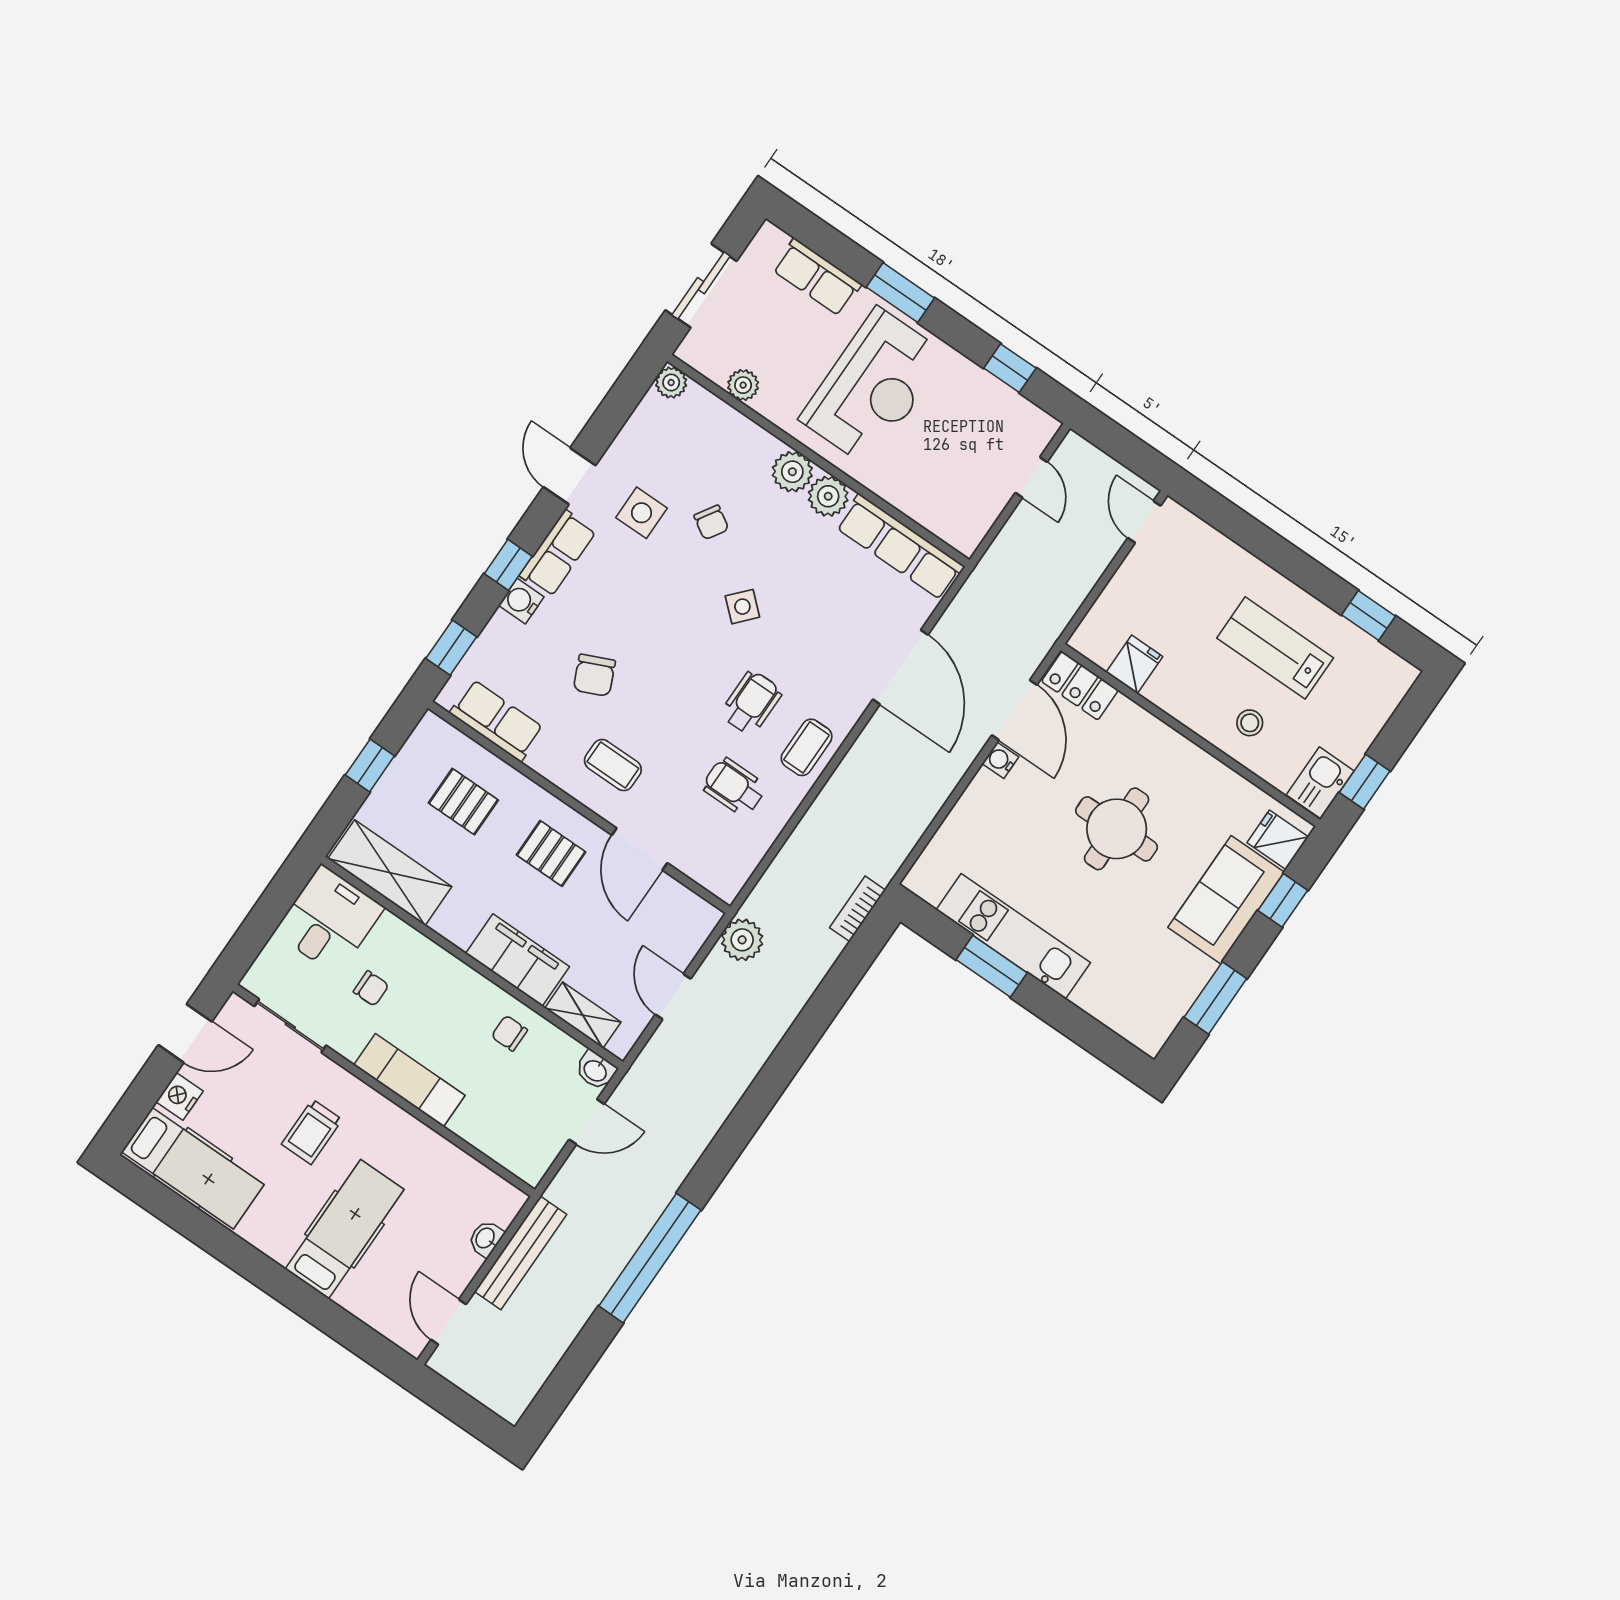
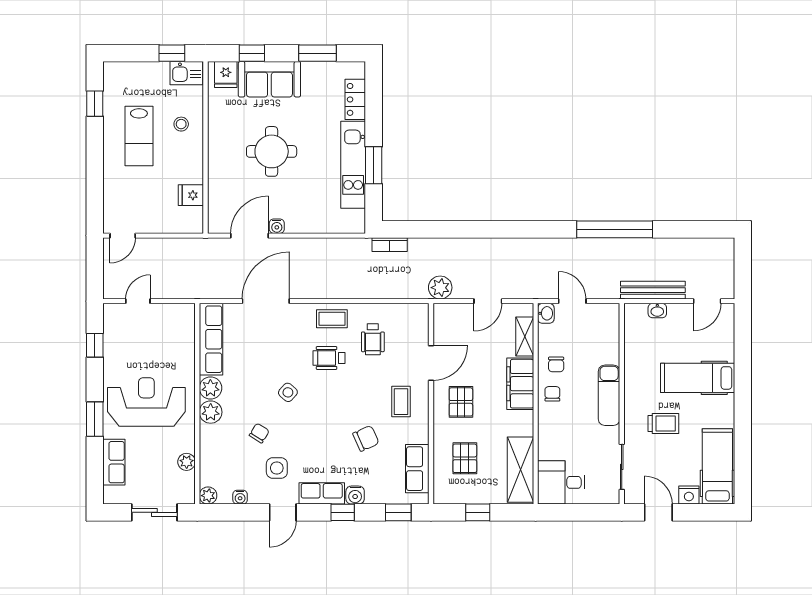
water cooler: (636, 428) -> (240, 497), added
locker: (1080, 686) -> (355, 99), moved, turned 180
chair: (371, 988) -> (552, 394), moved

